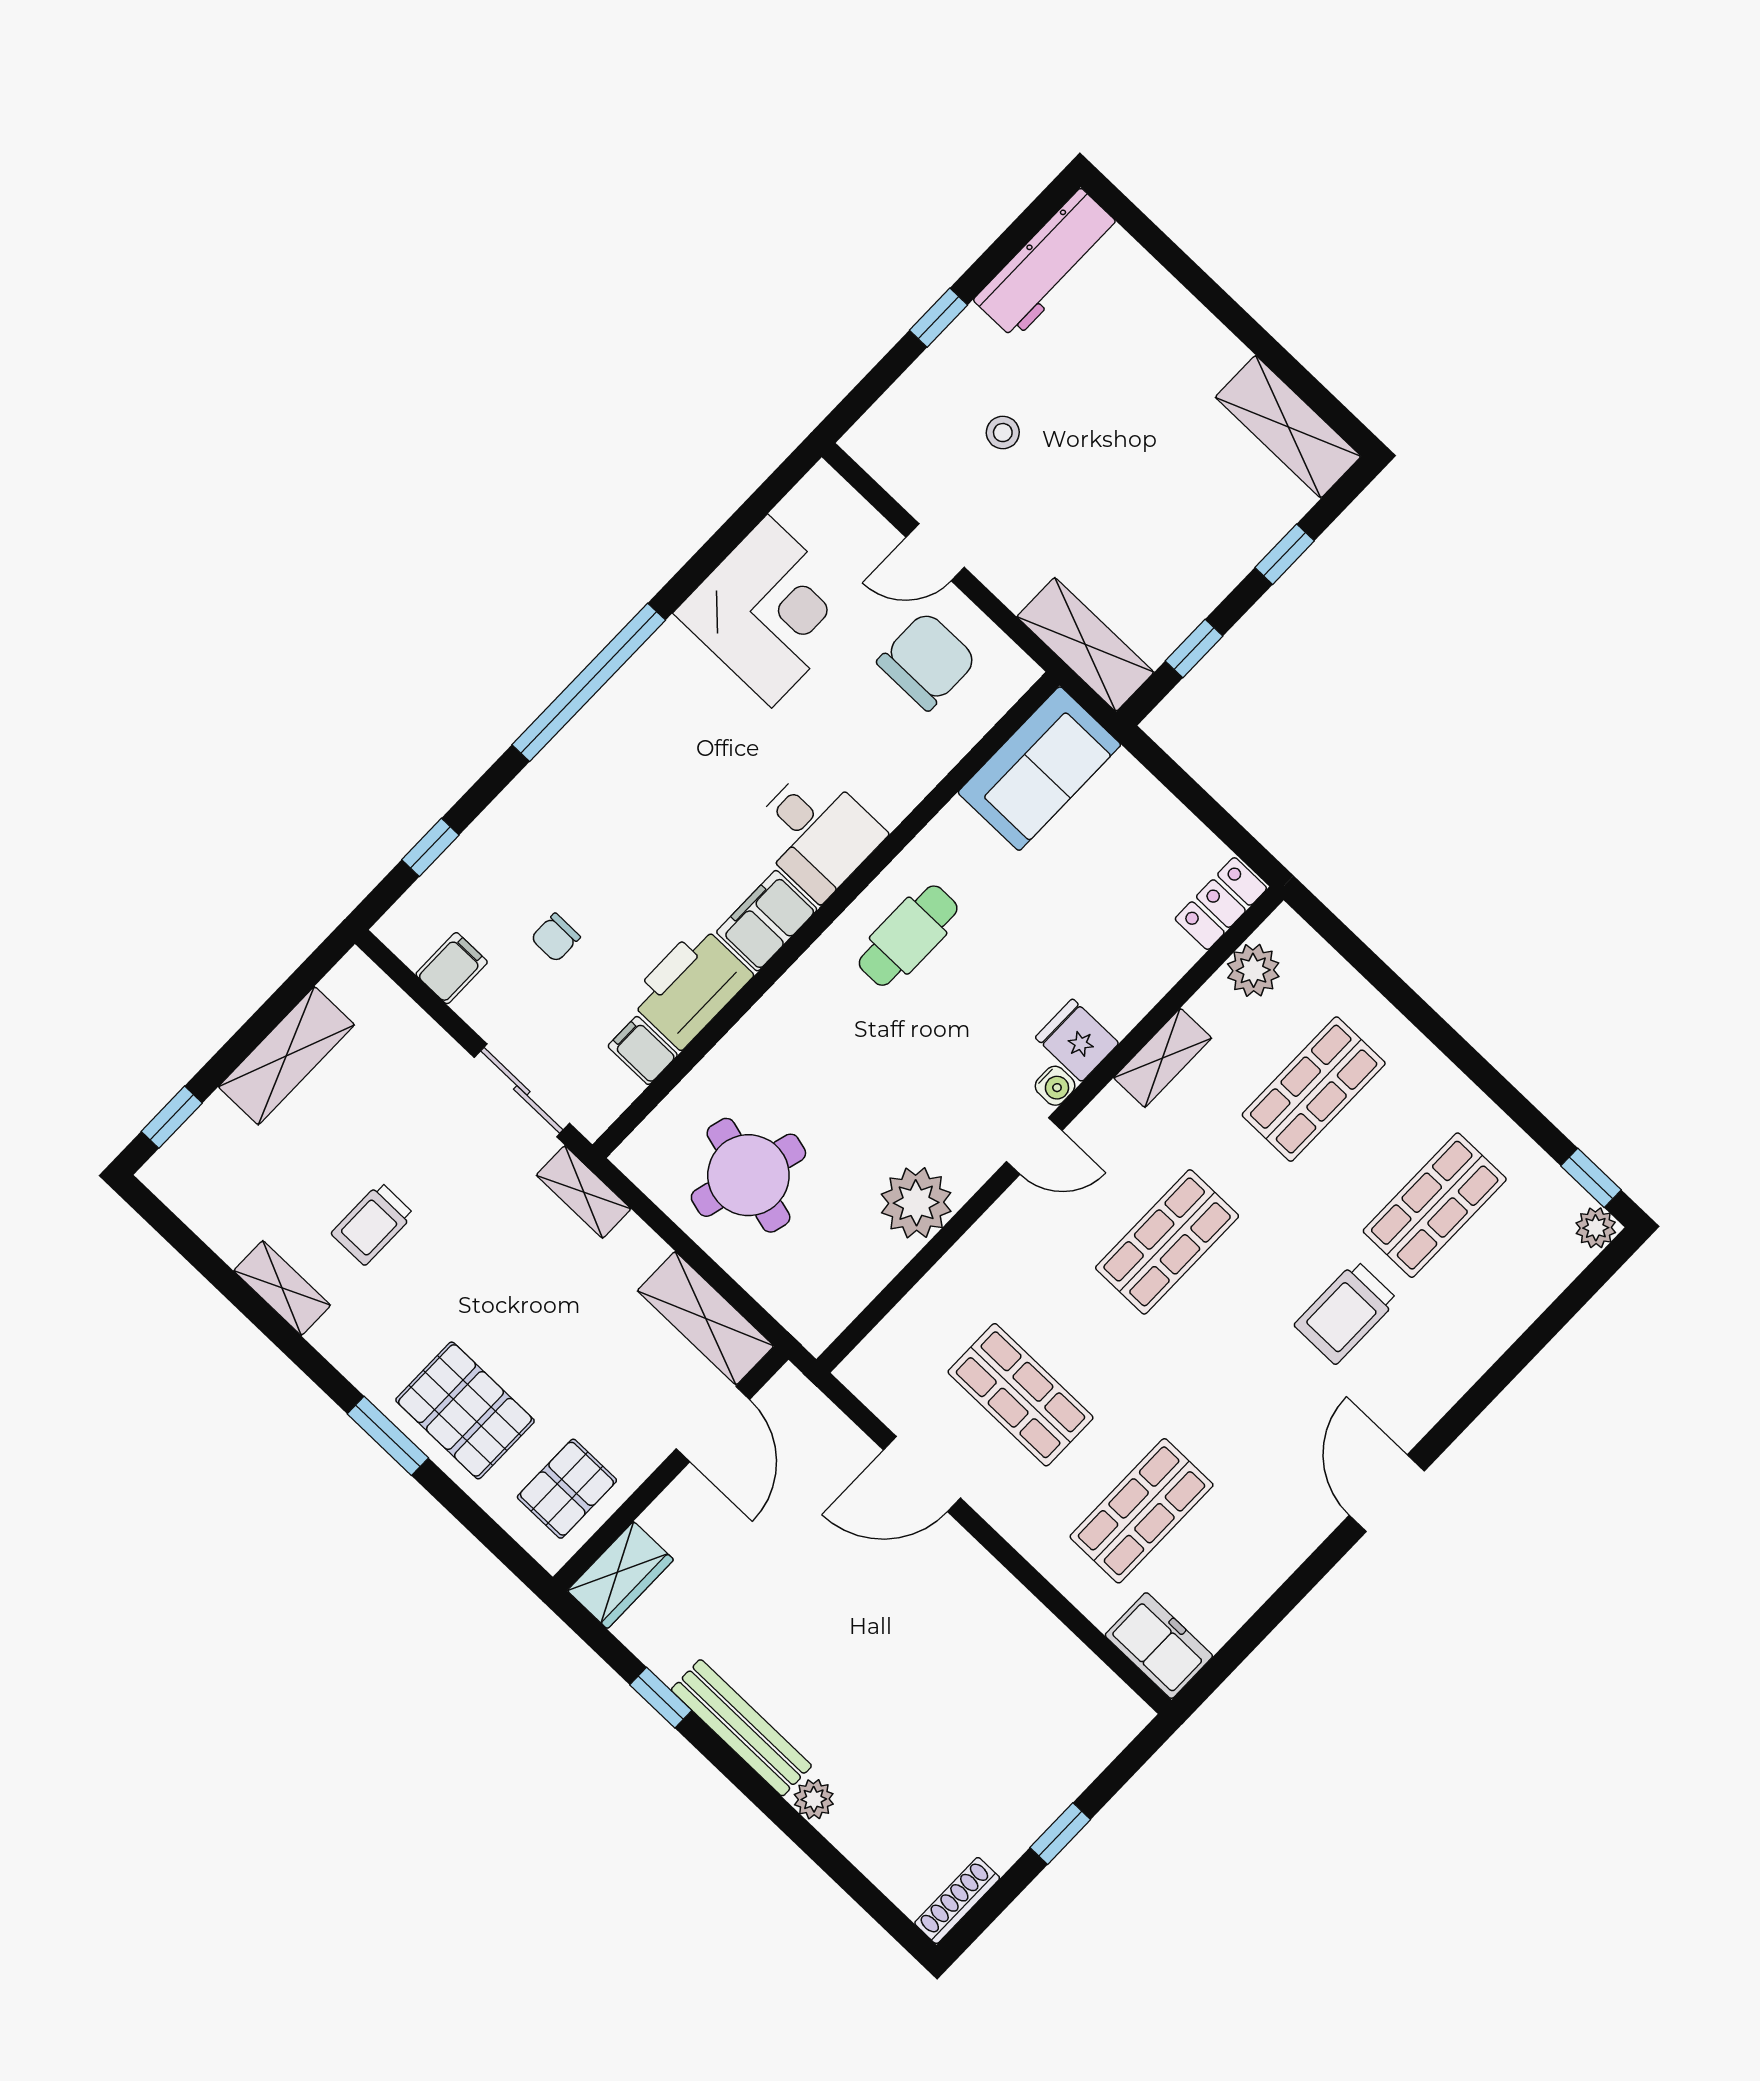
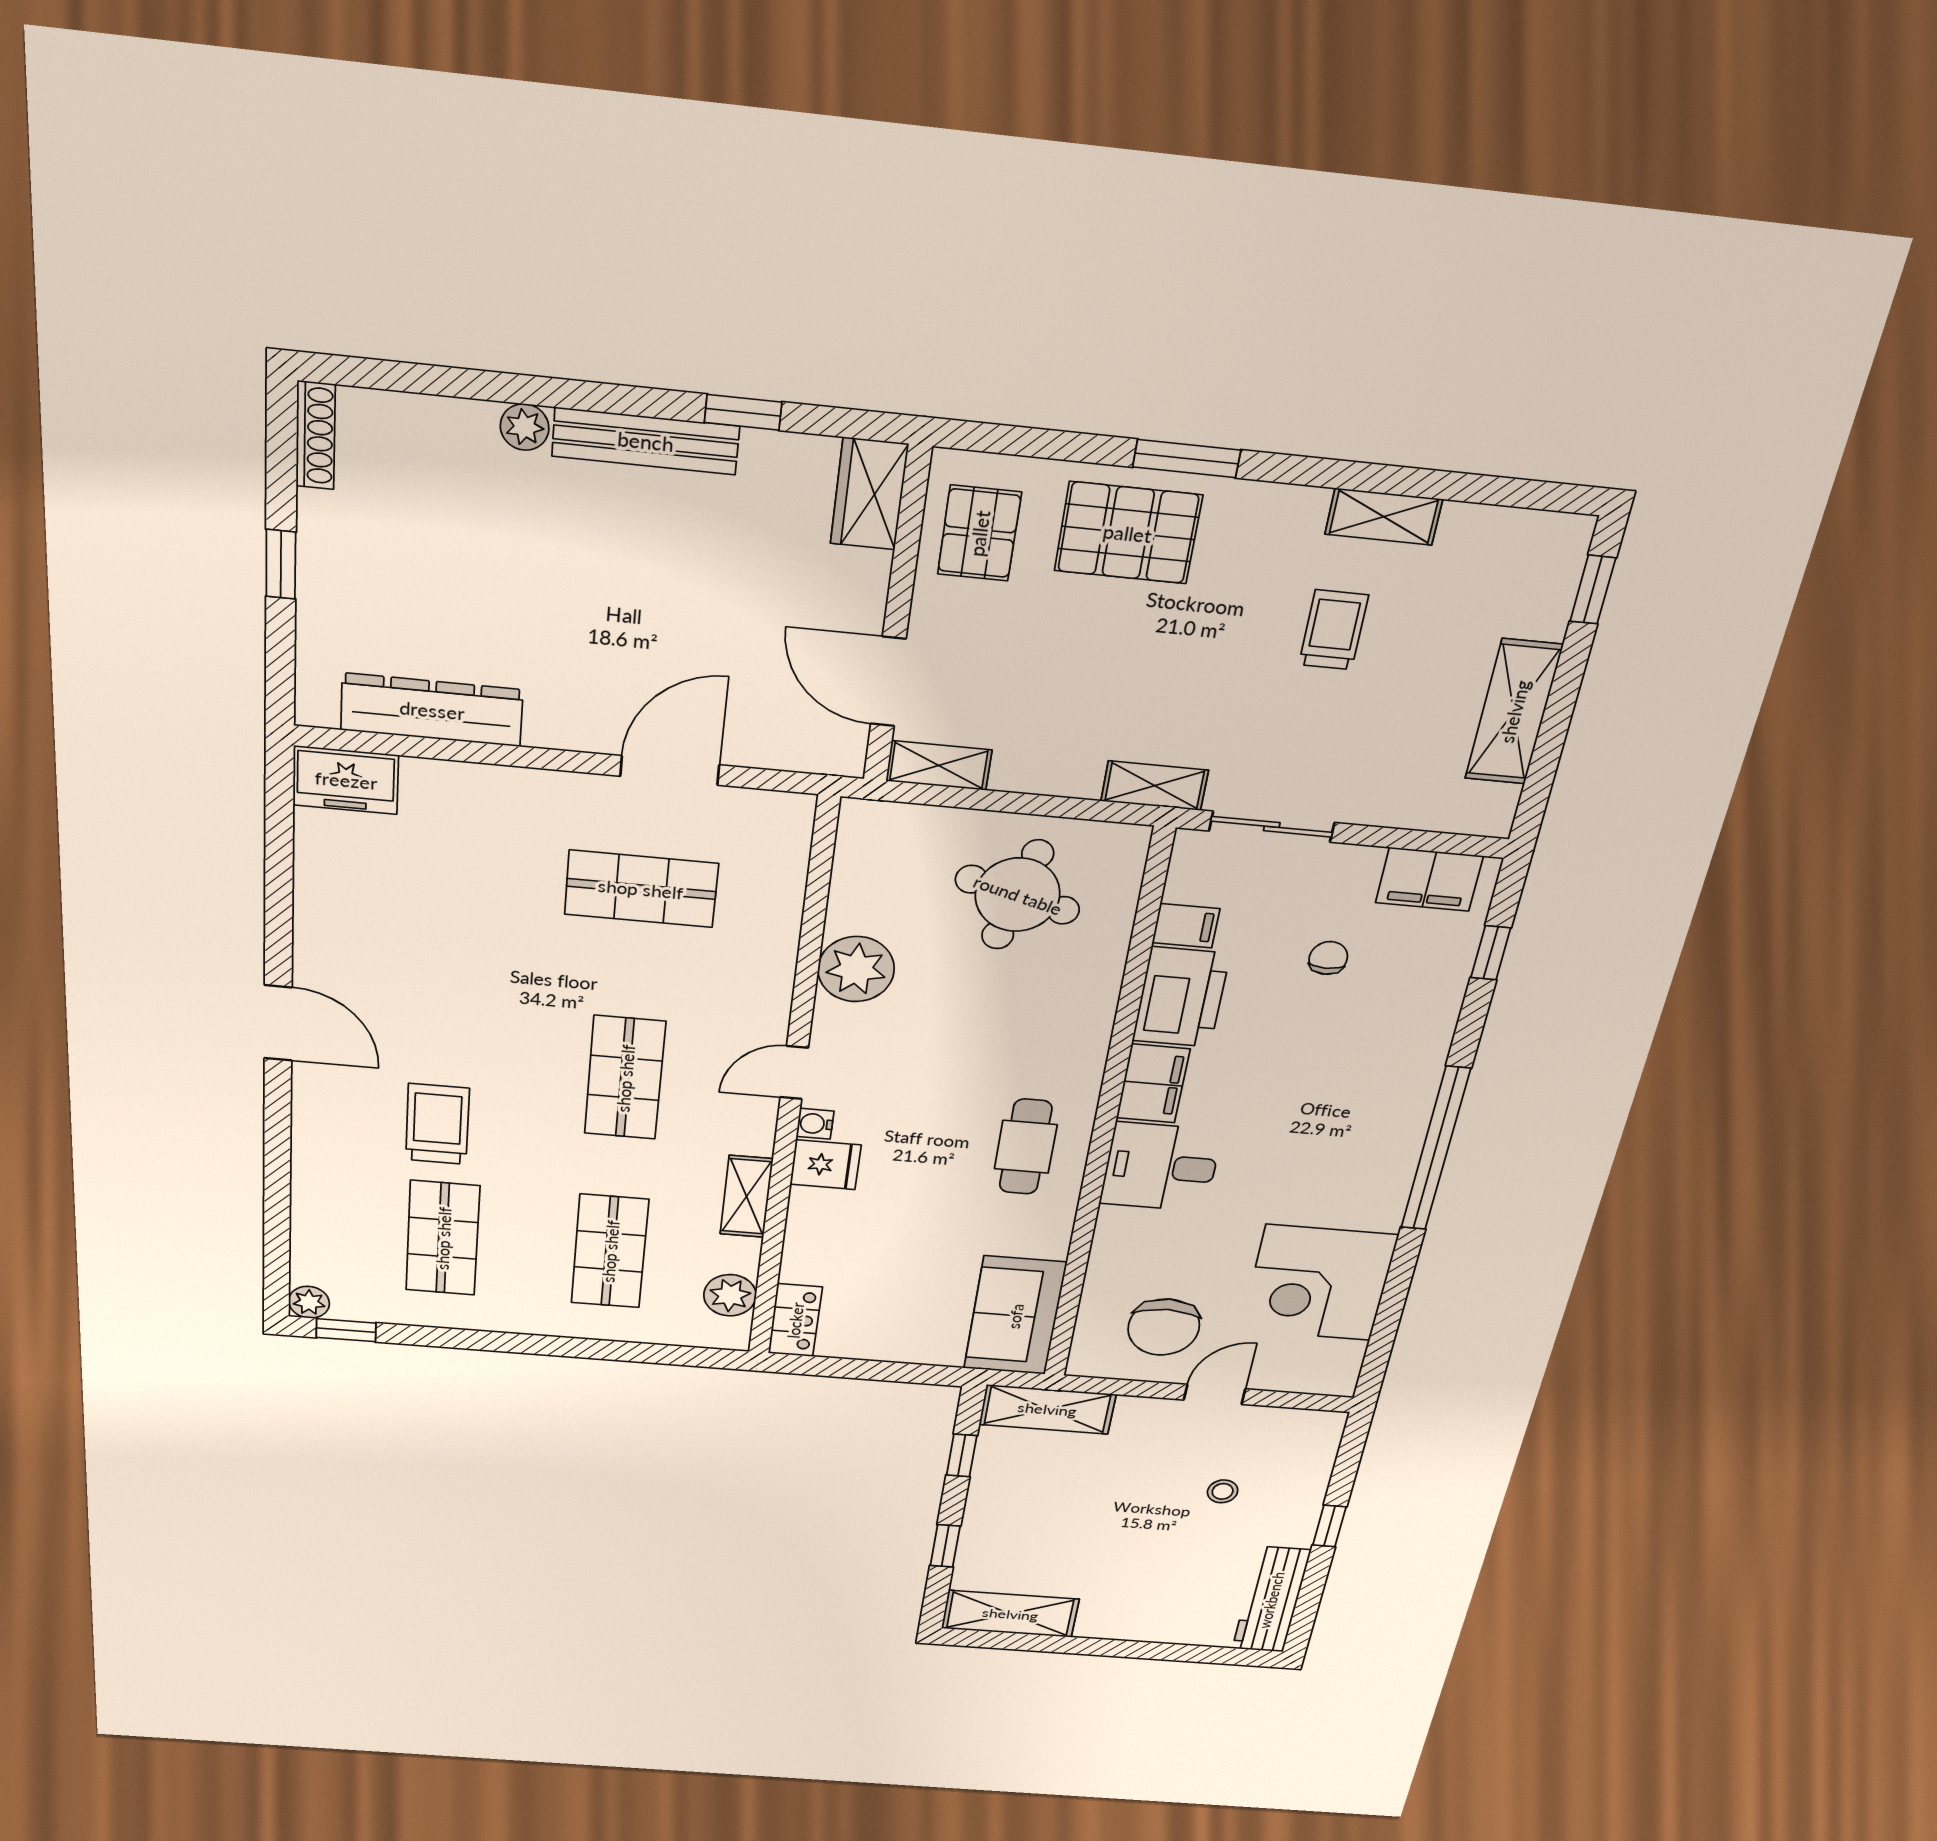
filing cabinet: (452, 968) -> (1429, 879), width x2.00
shelving: (706, 1318) -> (939, 765), width x0.67, depth x0.75
shop shelf: (1142, 1511) -> (460, 873), removed
dresser: (1051, 1651) -> (432, 710), added

